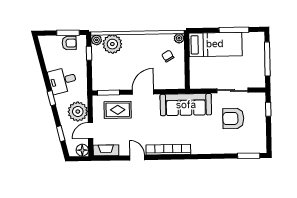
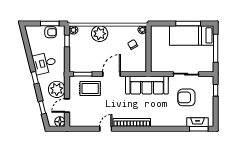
plant: (112, 44) -> (100, 34), moved
bed: (215, 44) -> (192, 35), moved, turned 180
fireplace: (106, 150) -> (197, 122), moved
door: (137, 158) -> (106, 129), hinge flipped

